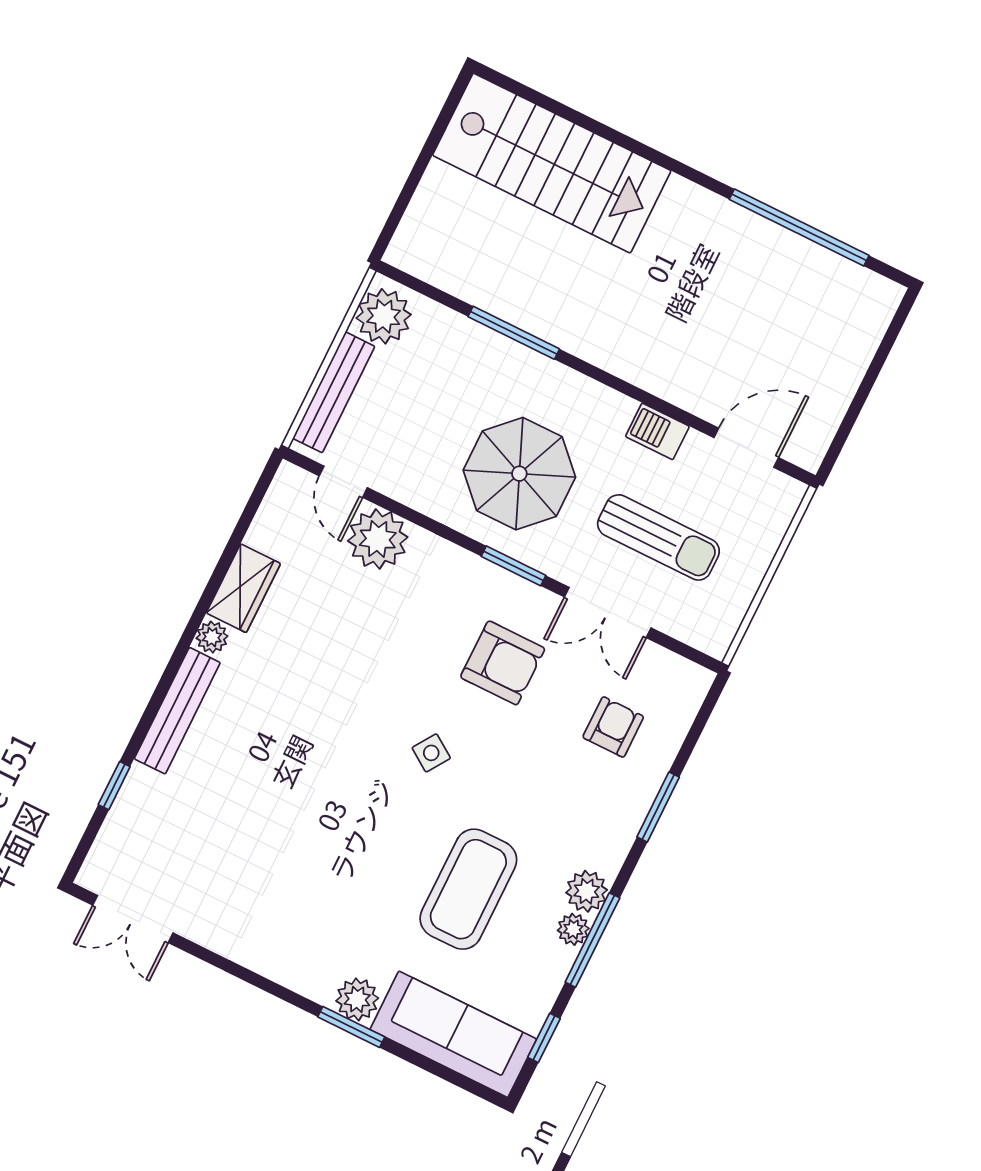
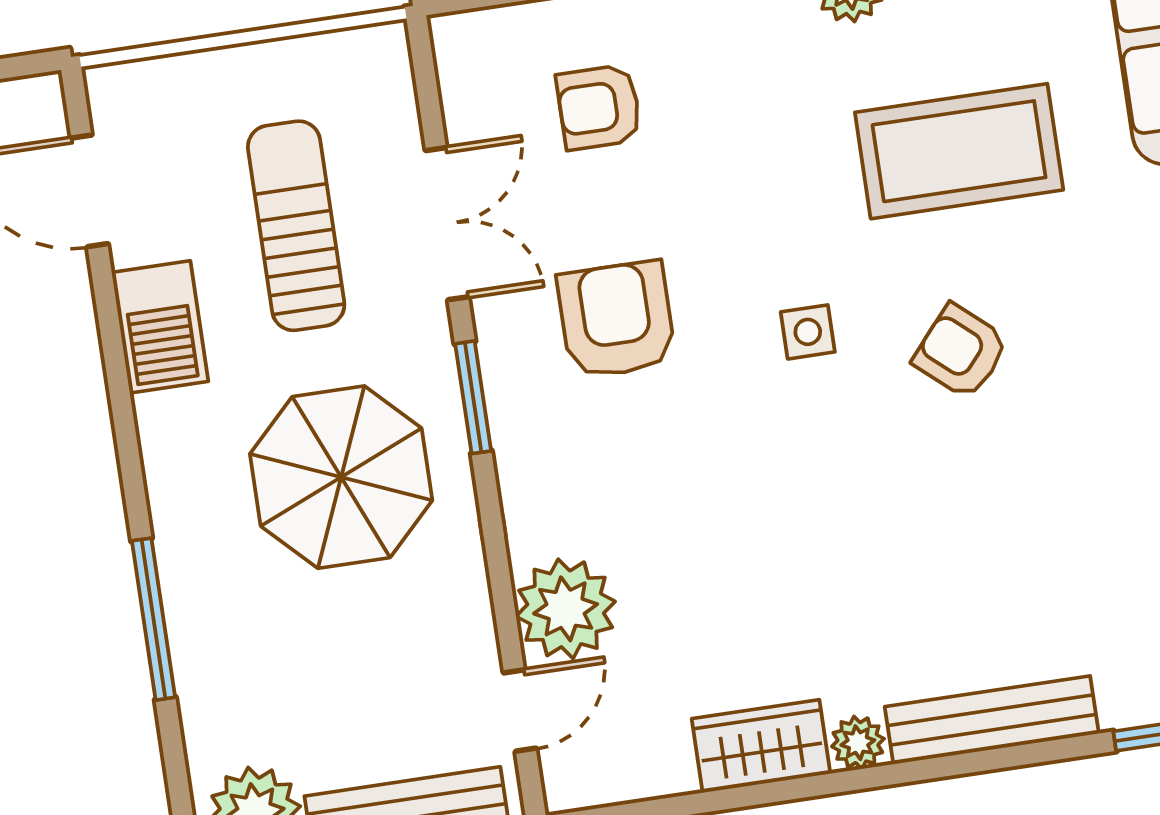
barbecue: (657, 431) -> (160, 327), width x1.38, depth x1.27
side table: (431, 753) -> (808, 332), turned -34
armchair: (369, 822) -> (961, 352), added

